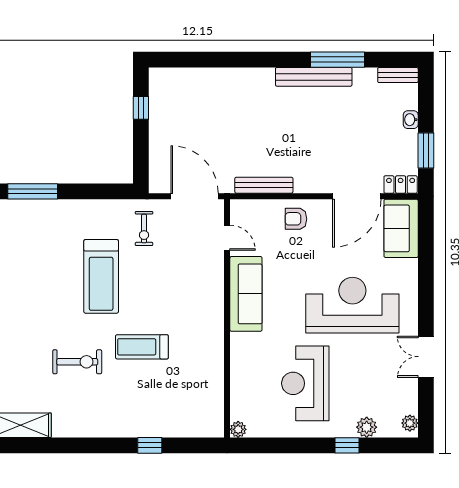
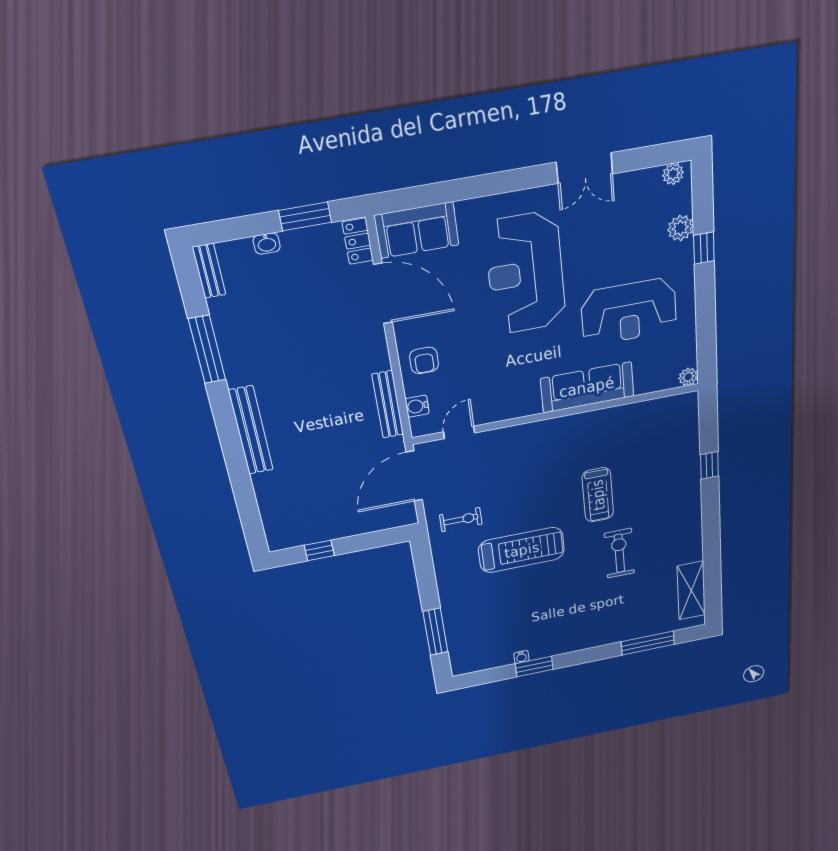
bench: (314, 77) -> (251, 430), moved
water cooler: (258, 208) -> (417, 406), added
sofa: (246, 294) -> (587, 387), moved

